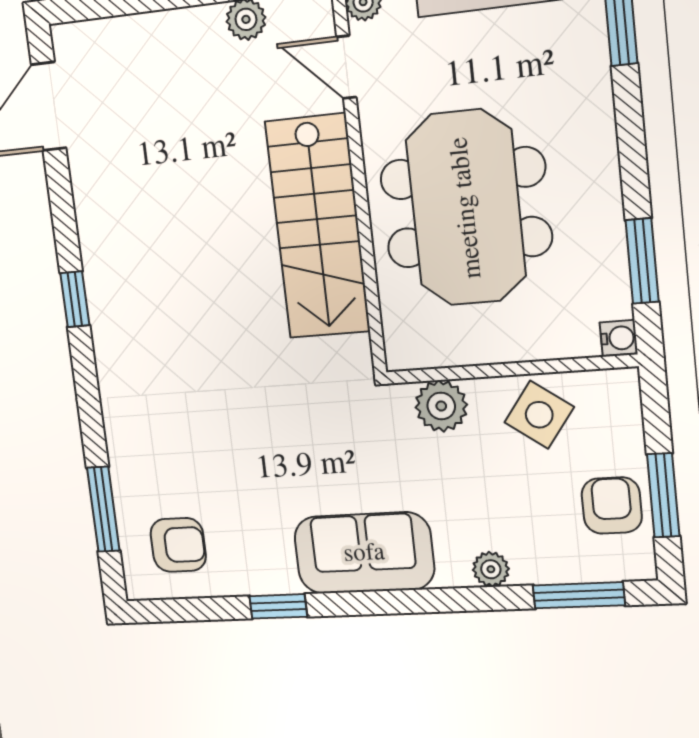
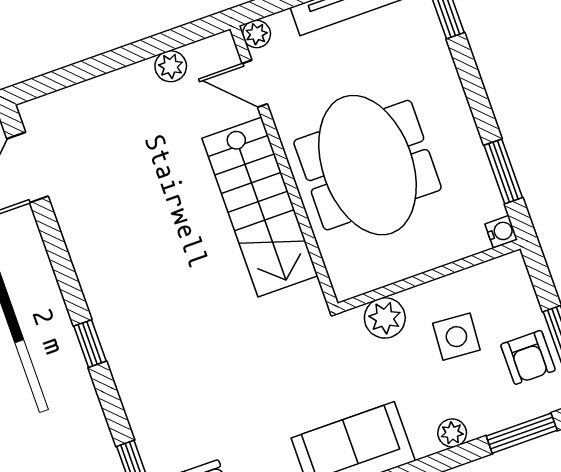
window: (75, 299) -> (90, 344), moved
side table: (539, 415) -> (456, 337), moved, turned -32
armchair: (612, 505) -> (528, 357), turned 180

